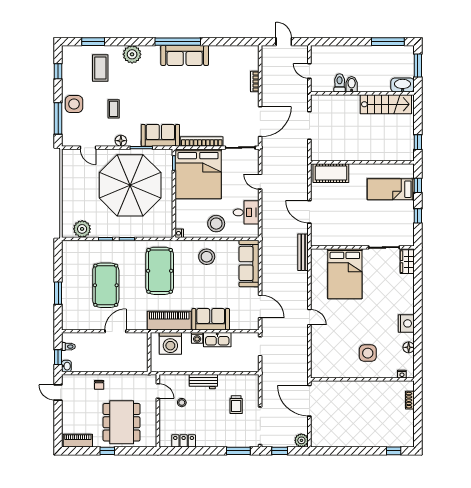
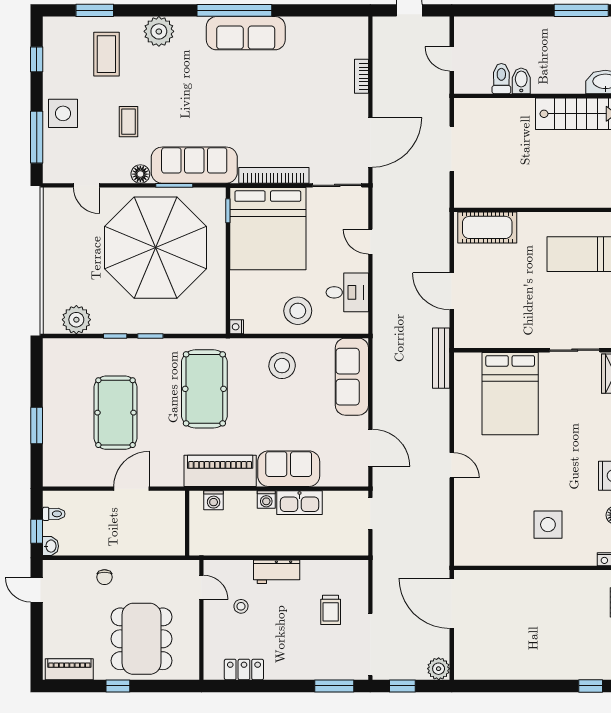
sofa: (160, 135) -> (194, 165), width x1.36
washing machine: (170, 343) -> (214, 500), width x0.53, depth x0.53

